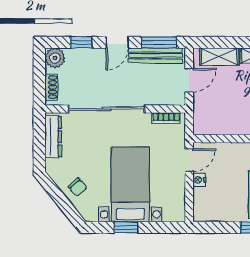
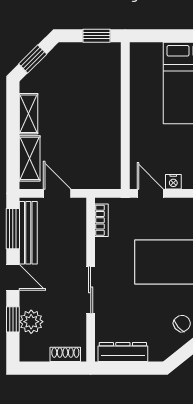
plant: (55, 58) -> (31, 322), moved
sliding door: (106, 109) -> (91, 290), width x0.54

